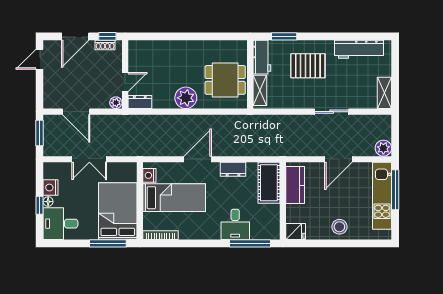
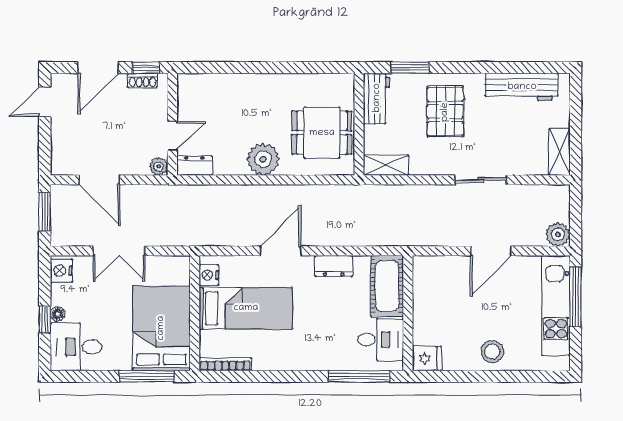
pallet: (308, 66) -> (445, 112), turned 90
shelving: (260, 90) -> (386, 165), moved, turned 90
kitchen counter: (295, 185) -> (426, 289), removed
nightstand: (51, 188) -> (61, 271), moved
desk: (235, 224) -> (381, 340), moved, turned -90

